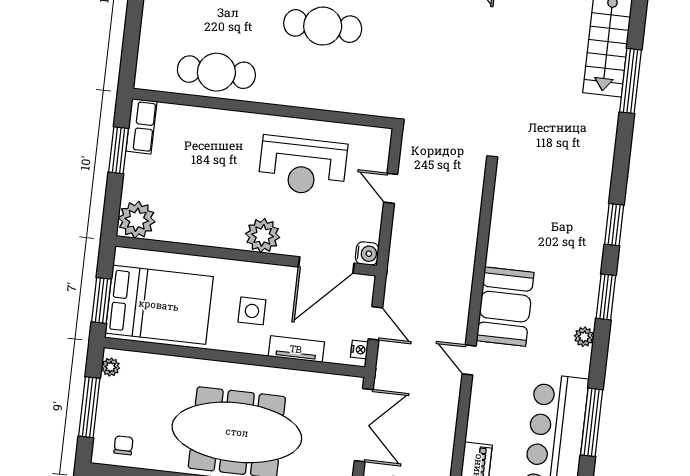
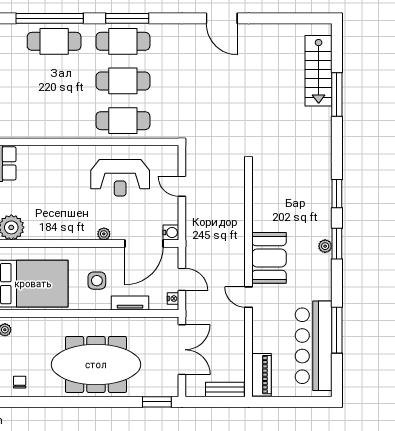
cafe table: (216, 72) -> (123, 121), moved
plant: (263, 235) -> (104, 234), width x0.53, depth x0.53
plant: (584, 337) -> (325, 246), moved

